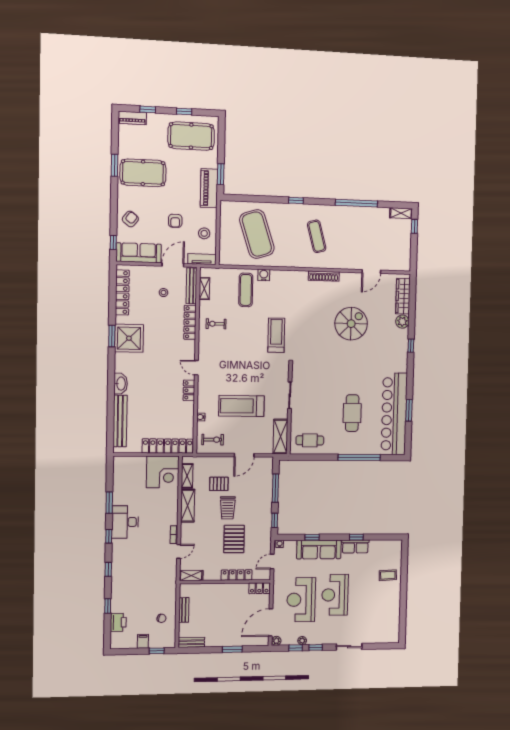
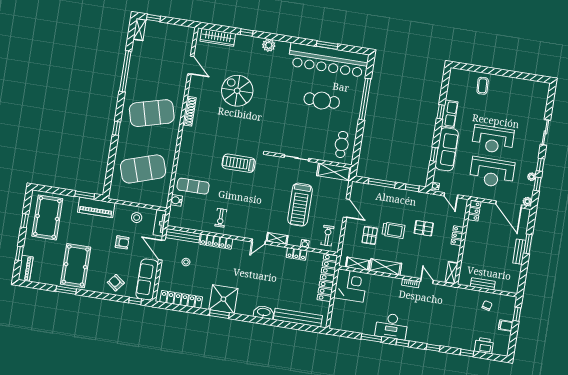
exercise mat: (317, 236) -> (152, 113), width x2.00, depth x1.45
water cooler: (264, 275) -> (176, 200), moved
shelving: (204, 289) -> (277, 238), moved
plant: (402, 322) -> (269, 45), moved
window: (411, 346) -> (247, 33), moved
locker: (189, 390) -> (297, 254), moved
pallet: (234, 539) -> (424, 228), width x0.67, depth x0.71
locker: (237, 575) -> (457, 236), width x0.66
bench: (191, 642) -> (519, 252), moved

